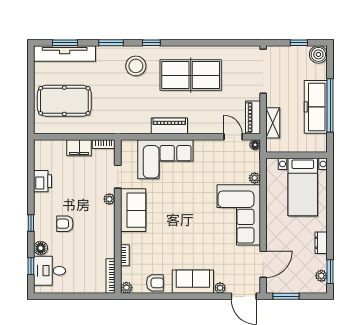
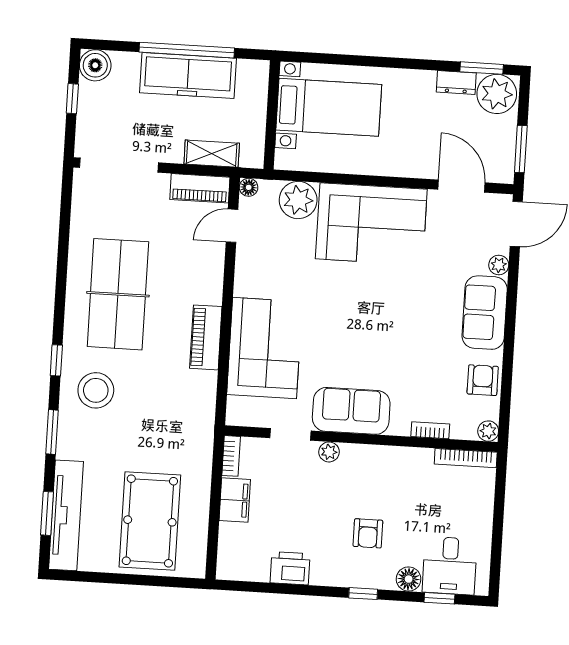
plant: (255, 178) -> (298, 200), width x1.88, depth x1.88
dresser: (321, 243) -> (456, 82), moved
plant: (321, 276) -> (497, 94), width x1.88, depth x1.88

